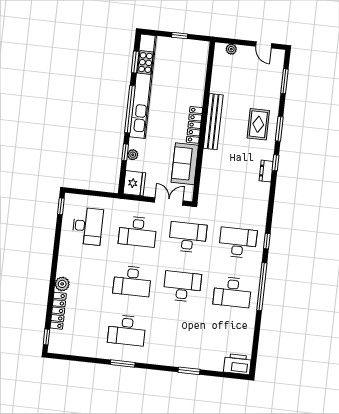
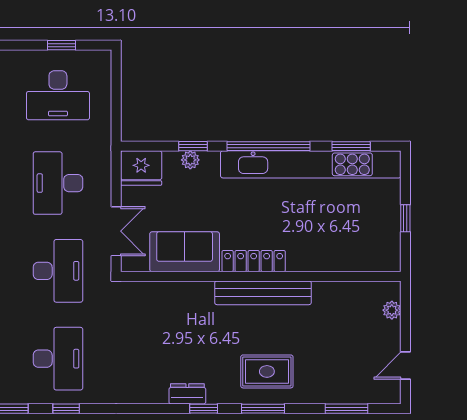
window: (61, 206) -> (62, 45), moved

